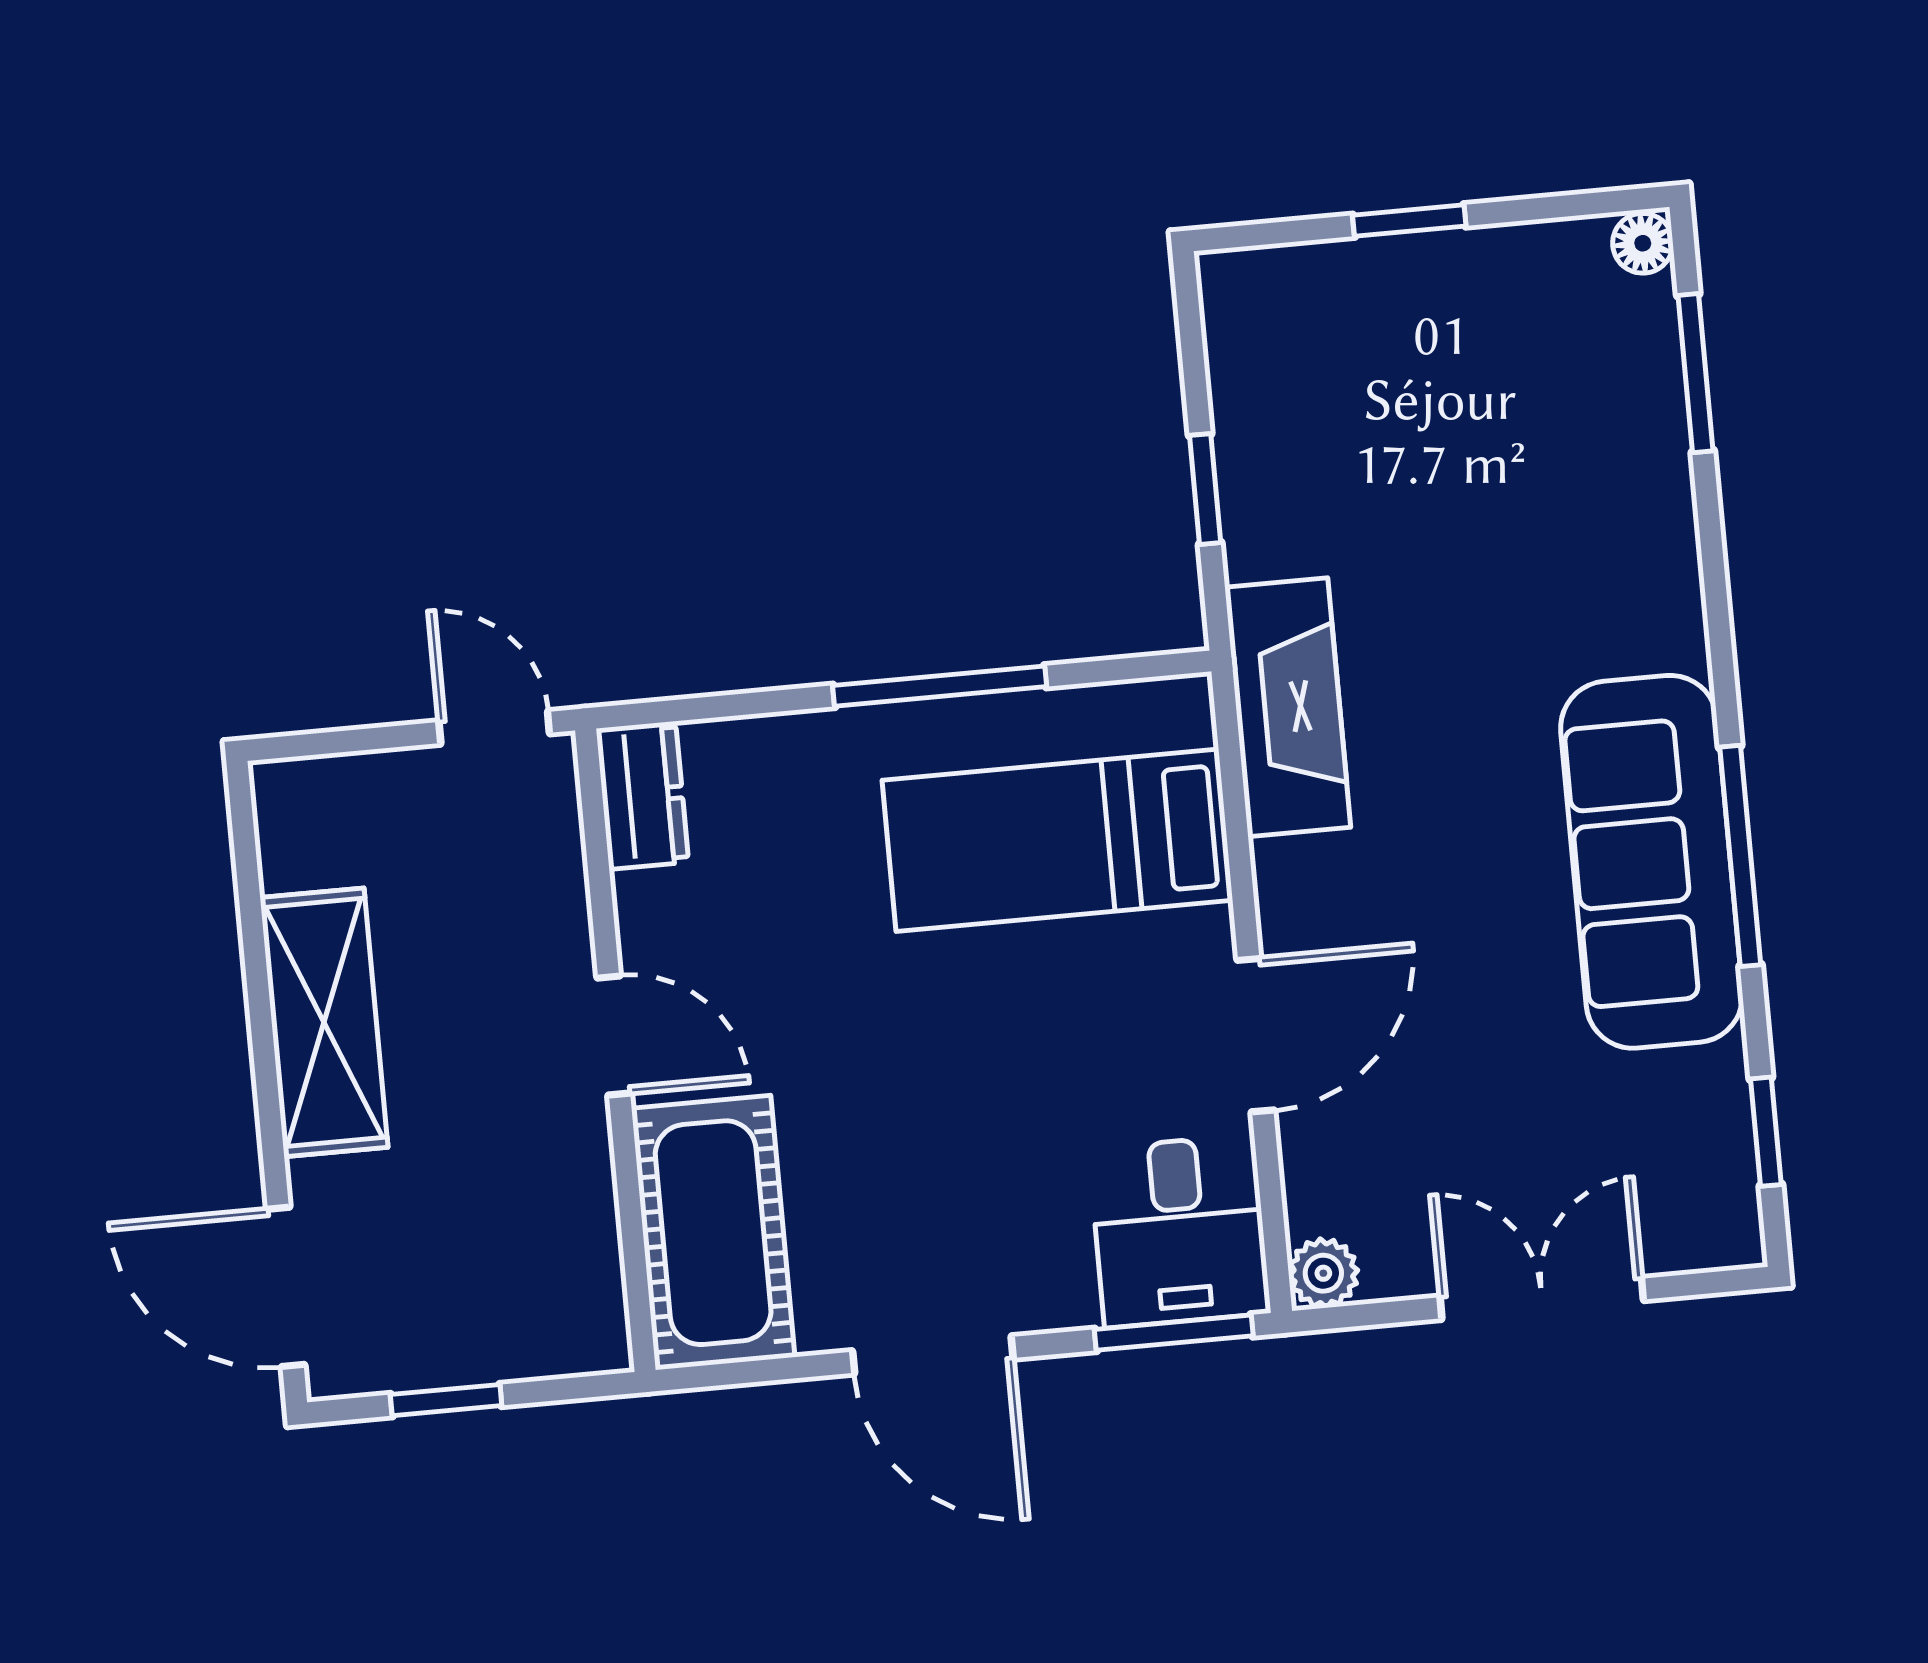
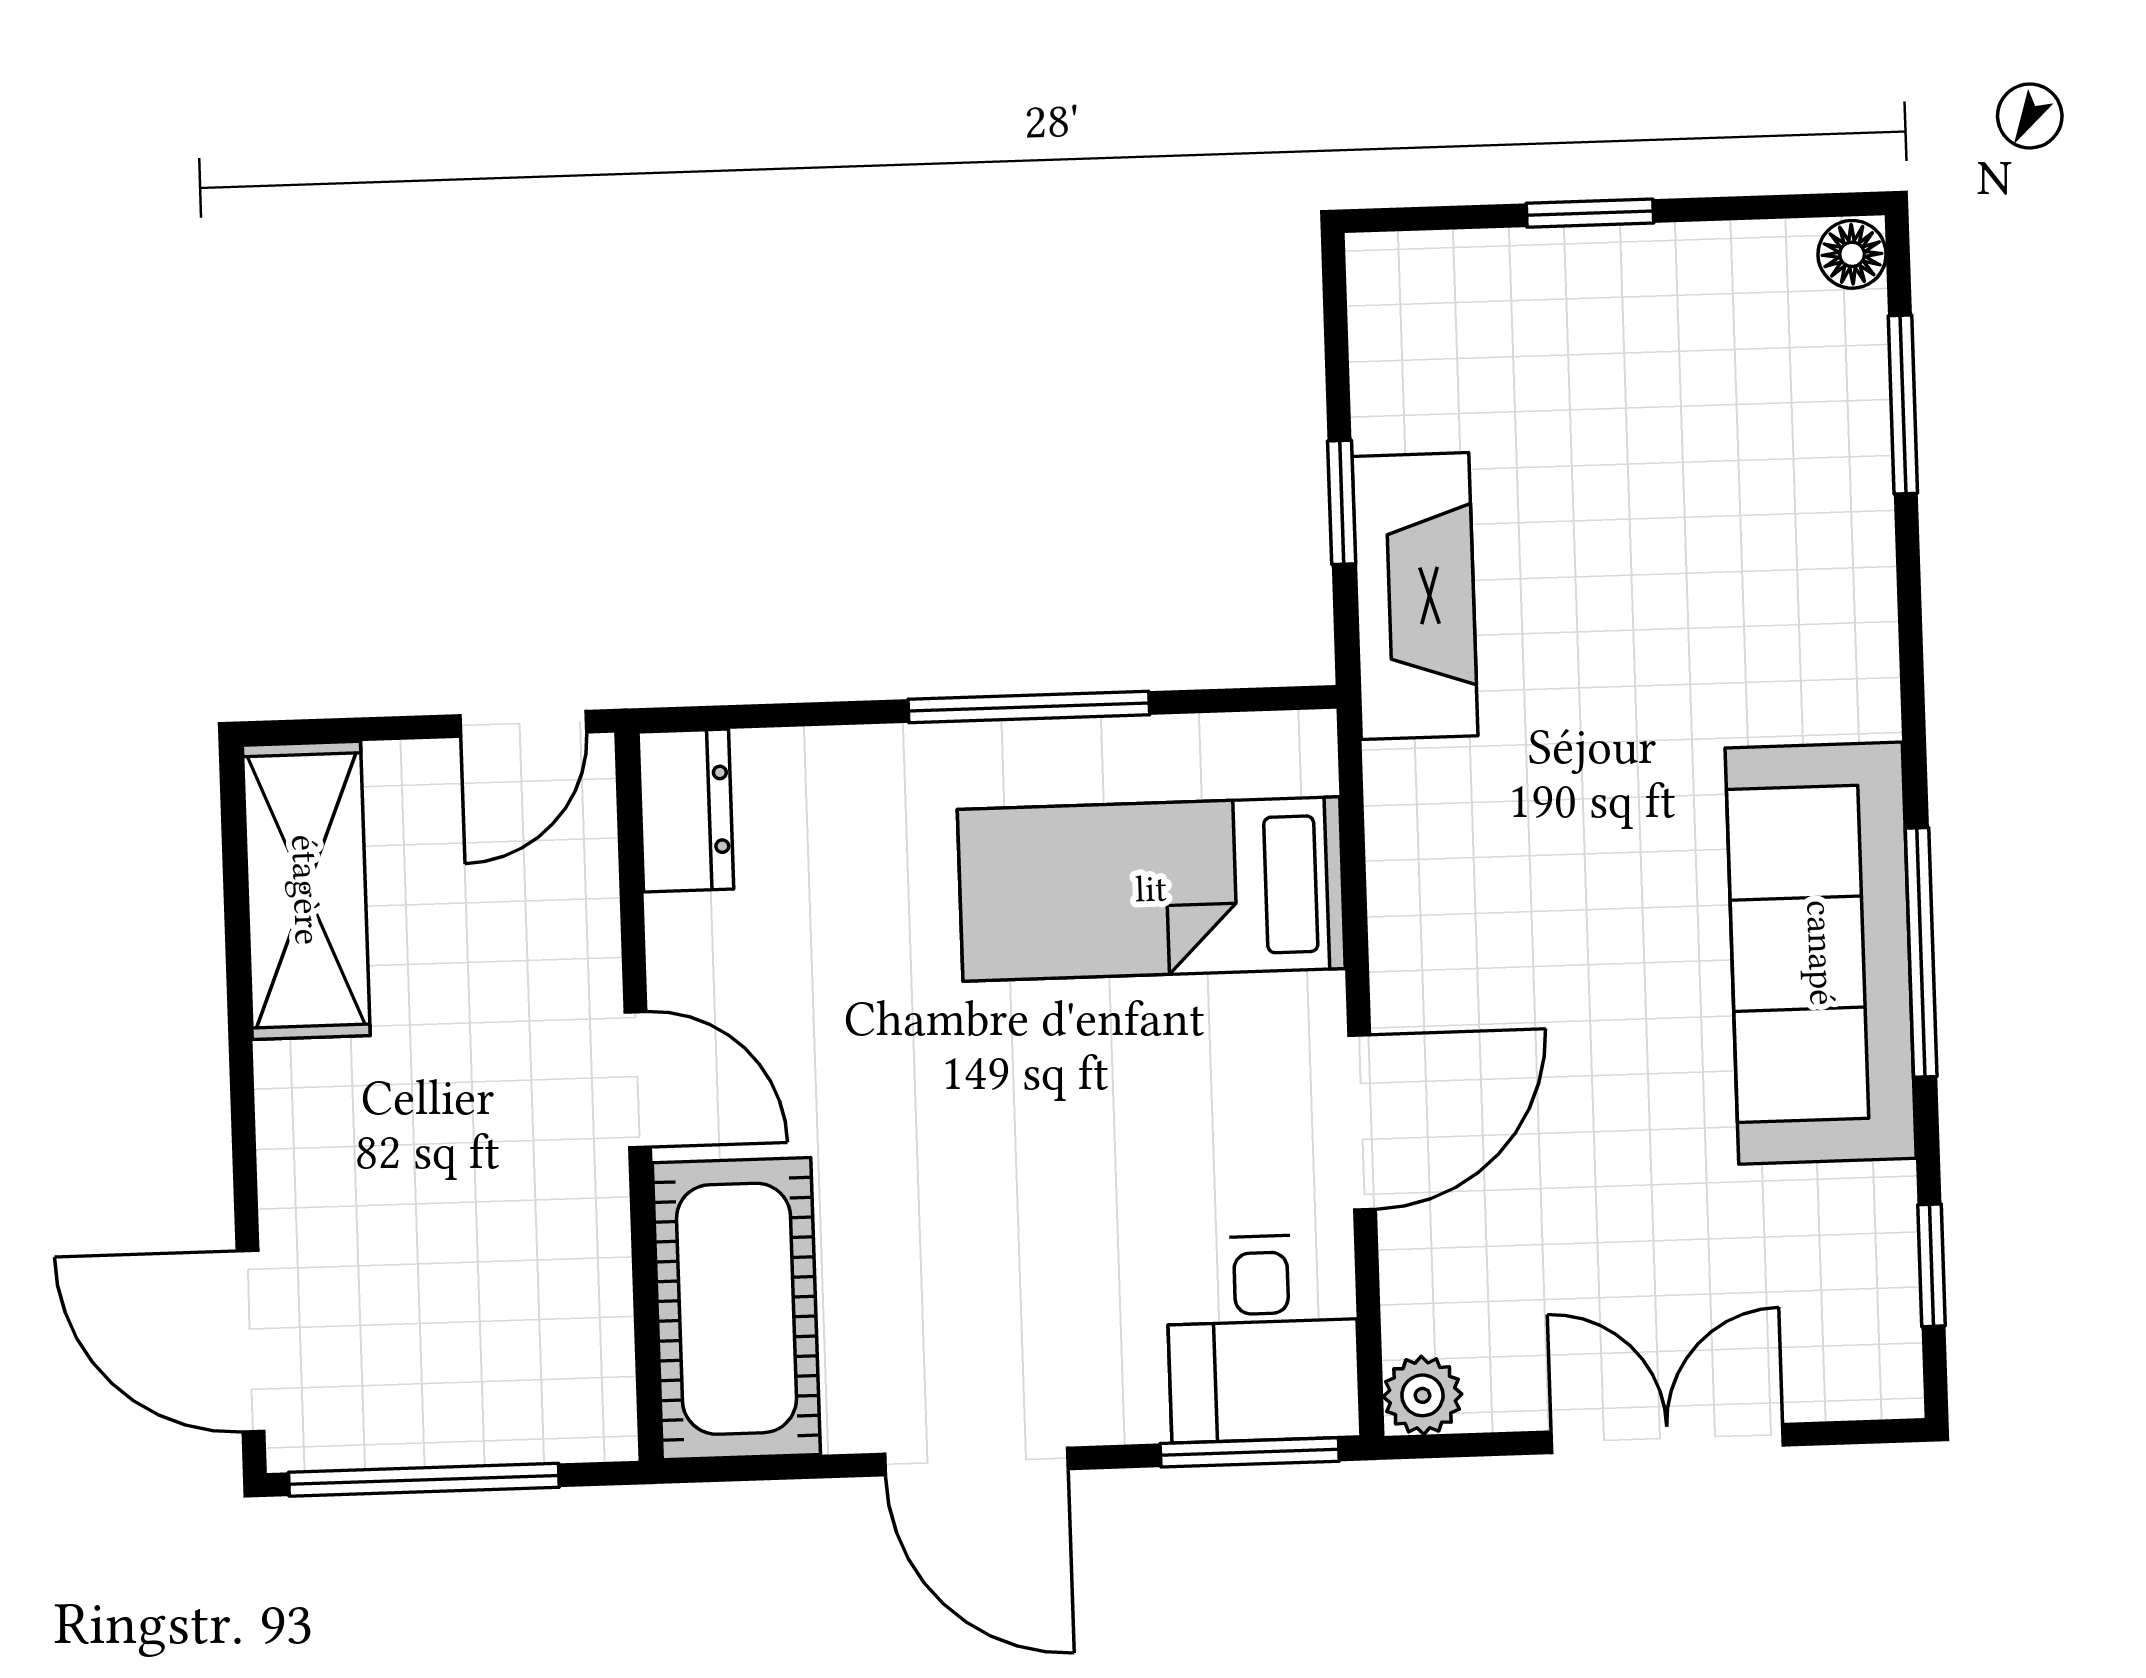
fireplace: (1288, 707) -> (1415, 596), moved
door: (494, 727) -> (523, 724), swing flipped
shelving: (324, 1022) -> (306, 890), moved
window: (446, 1400) -> (424, 1480), width x2.17

